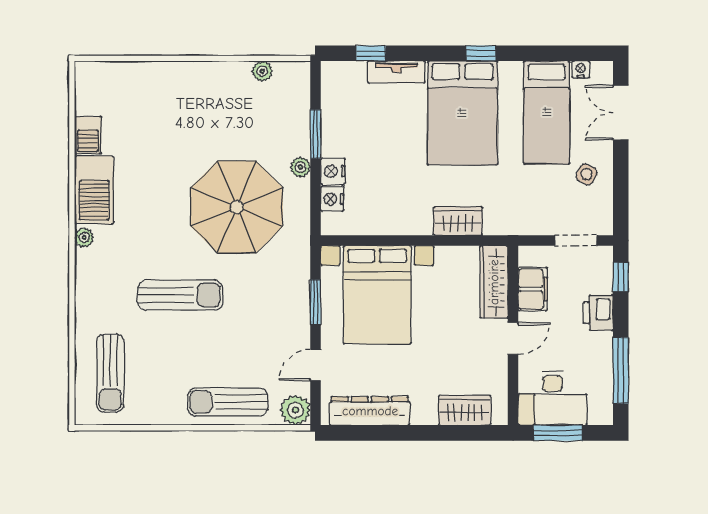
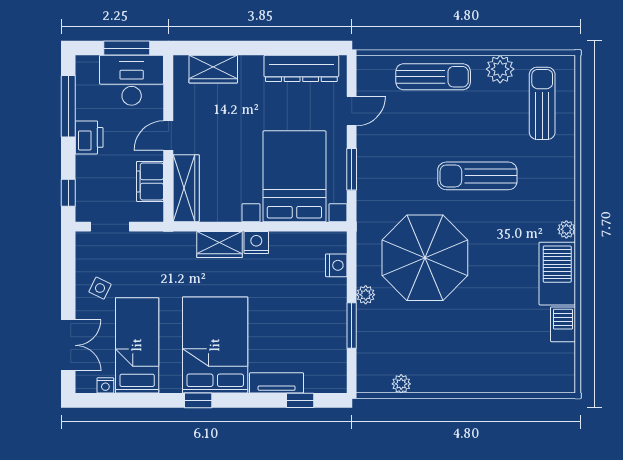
nightstand: (333, 171) -> (256, 243), moved, turned -90
printer: (598, 313) -> (89, 137), moved
plant: (295, 410) -> (500, 69), moved

